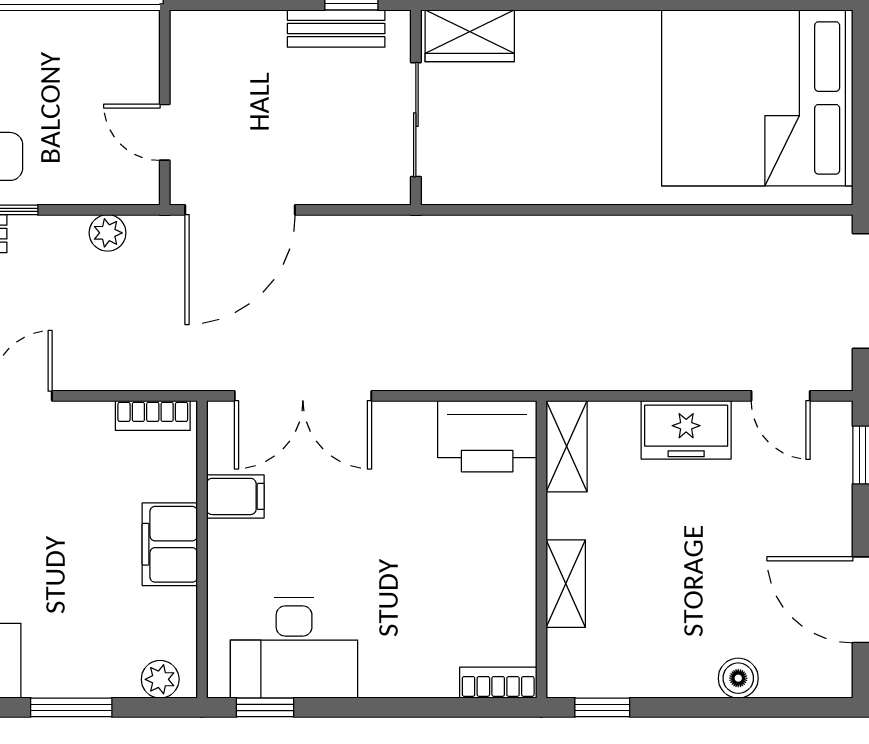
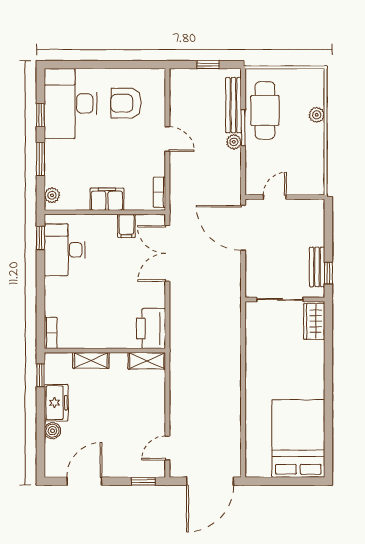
bed: (757, 98) -> (298, 438), width x0.73
plant: (108, 233) -> (234, 142), moved
freezer: (686, 430) -> (56, 403), moved, turned 180

